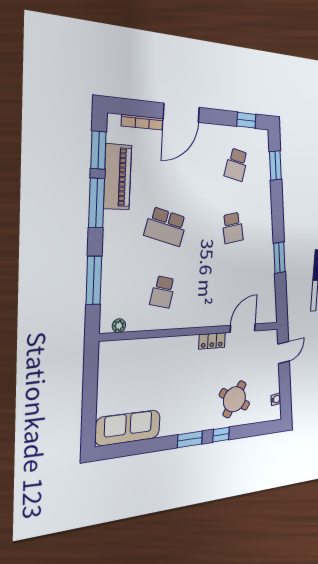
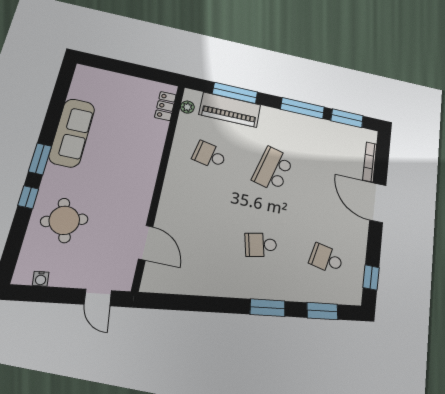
piano: (117, 177) -> (230, 110), moved
window: (279, 258) -> (268, 308), moved
locker: (212, 341) -> (165, 106), moved
round table: (234, 399) -> (64, 220), turned 45
sofa: (128, 428) -> (72, 133), moved

